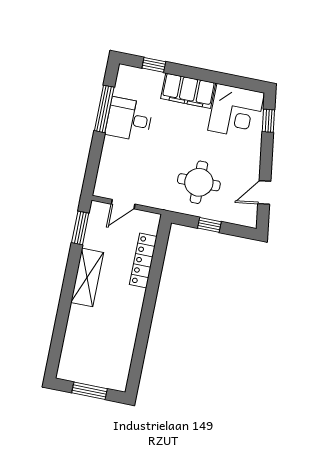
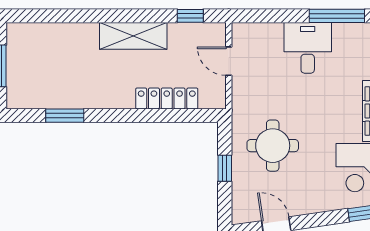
desk: (129, 119) -> (308, 48), moved
window: (80, 228) -> (190, 16), width x0.67
window: (141, 346) -> (65, 116), added

